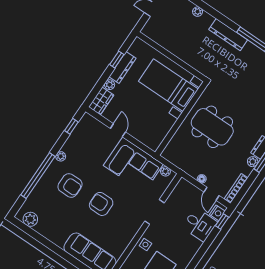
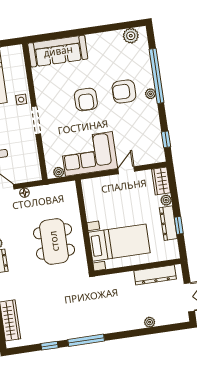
dresser: (228, 35) -> (155, 275), moved, turned 180
dining table: (212, 127) -> (54, 241), turned 90
door: (118, 130) -> (126, 170), swing flipped
plant: (61, 156) -> (151, 94), moved
armchair: (101, 204) -> (86, 99), turned 90
doorway: (154, 212) -> (36, 120), moved

